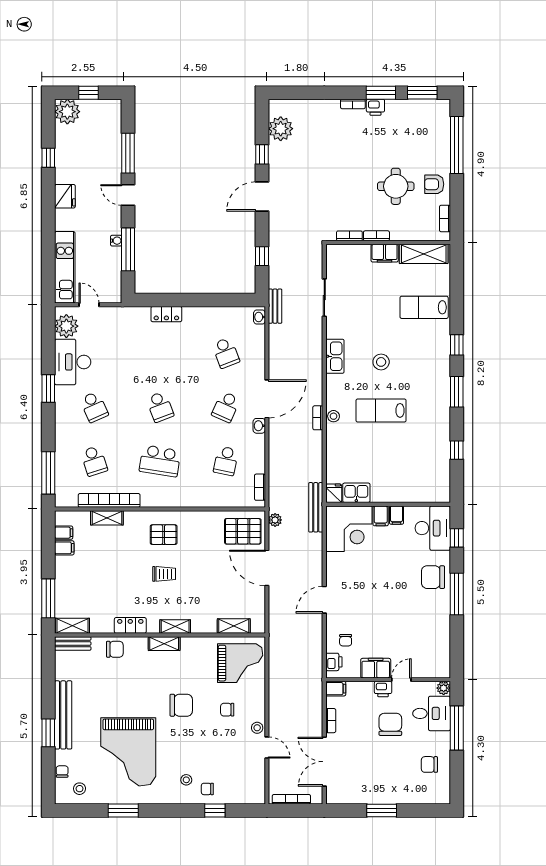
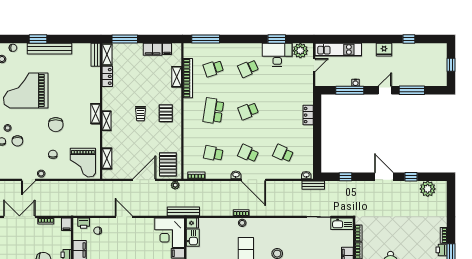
plant: (67, 112) -> (439, 51), removed
school desk: (226, 353) -> (283, 153), turned 45
kitchen sink: (335, 356) -> (342, 224), moved
window: (48, 389) -> (277, 39), moved
filing cabinet: (64, 548) -> (153, 49), width x2.00
locker: (130, 625) -> (107, 76), moved
chair: (115, 649) -> (17, 141), moved

